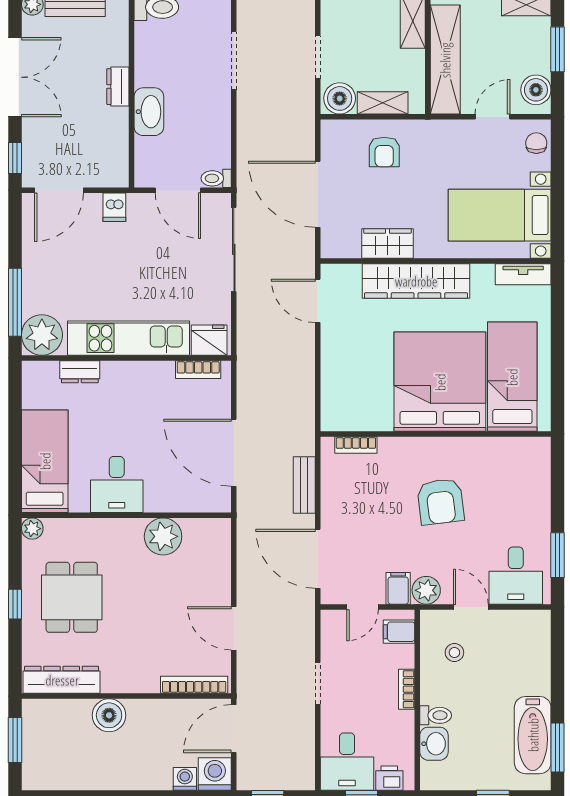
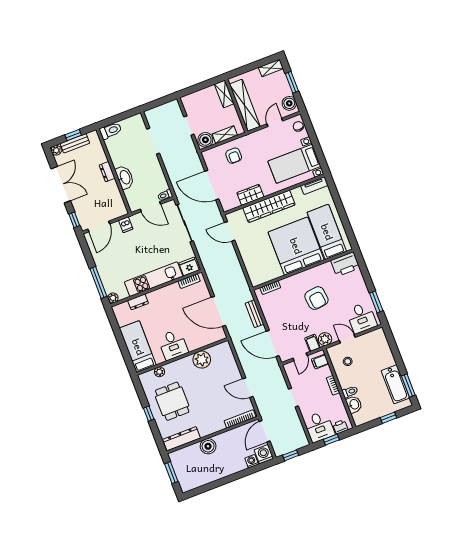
plant: (42, 335) -> (113, 298), width x0.53, depth x0.53
printer: (524, 456) -> (345, 264), added
plant: (32, 529) -> (159, 372), moved

